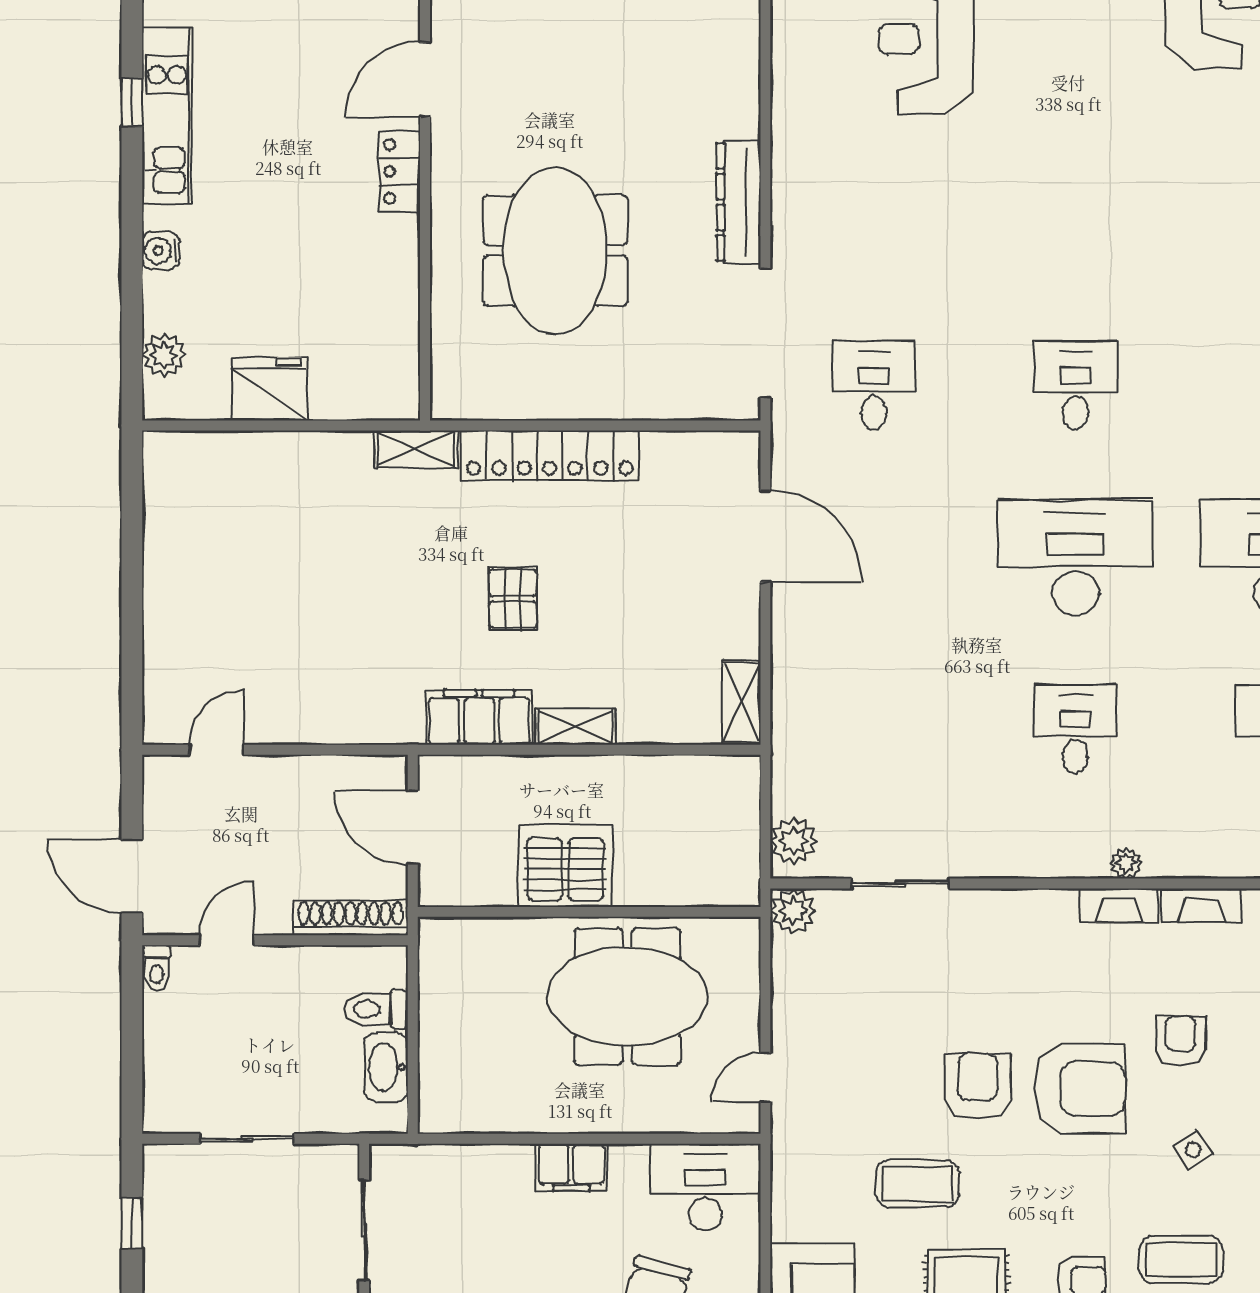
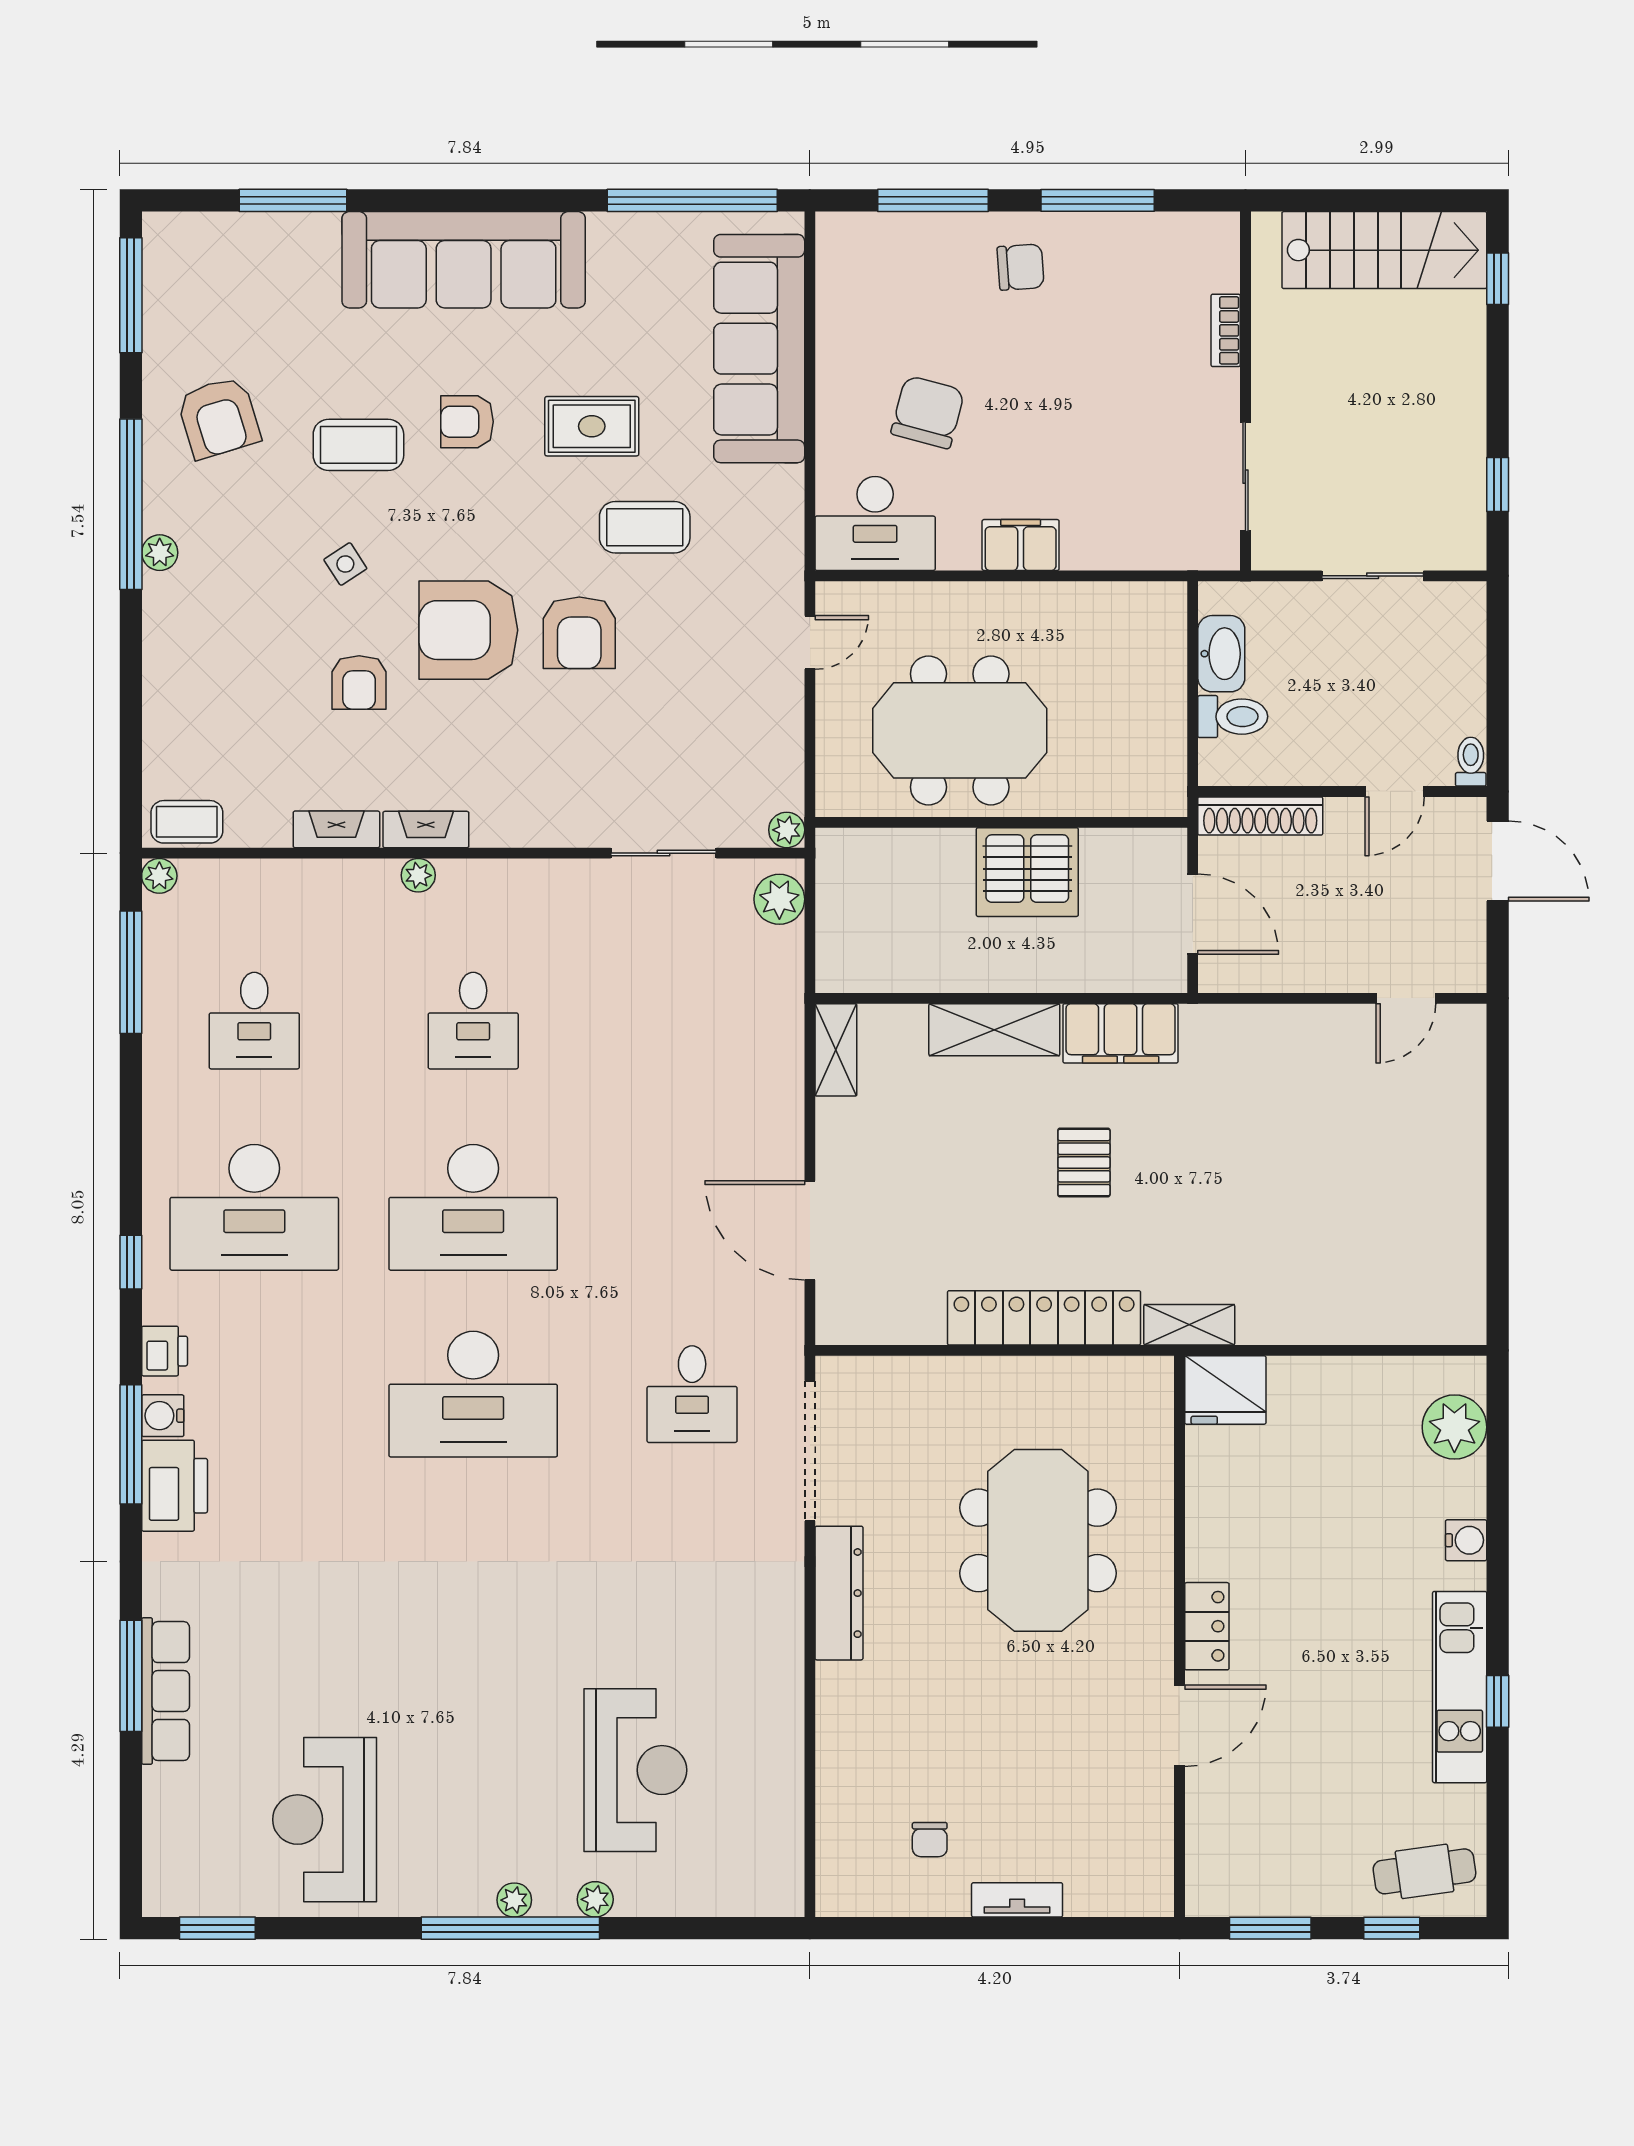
plant: (164, 355) -> (1454, 1427), width x1.36, depth x1.36
desk: (1075, 385) -> (473, 1394), width x1.87, depth x1.30
fridge: (270, 389) -> (1225, 1390), moved
shelving: (575, 727) -> (994, 1030), width x1.50, depth x1.33
plant: (793, 911) -> (787, 830), width x0.73, depth x0.73

